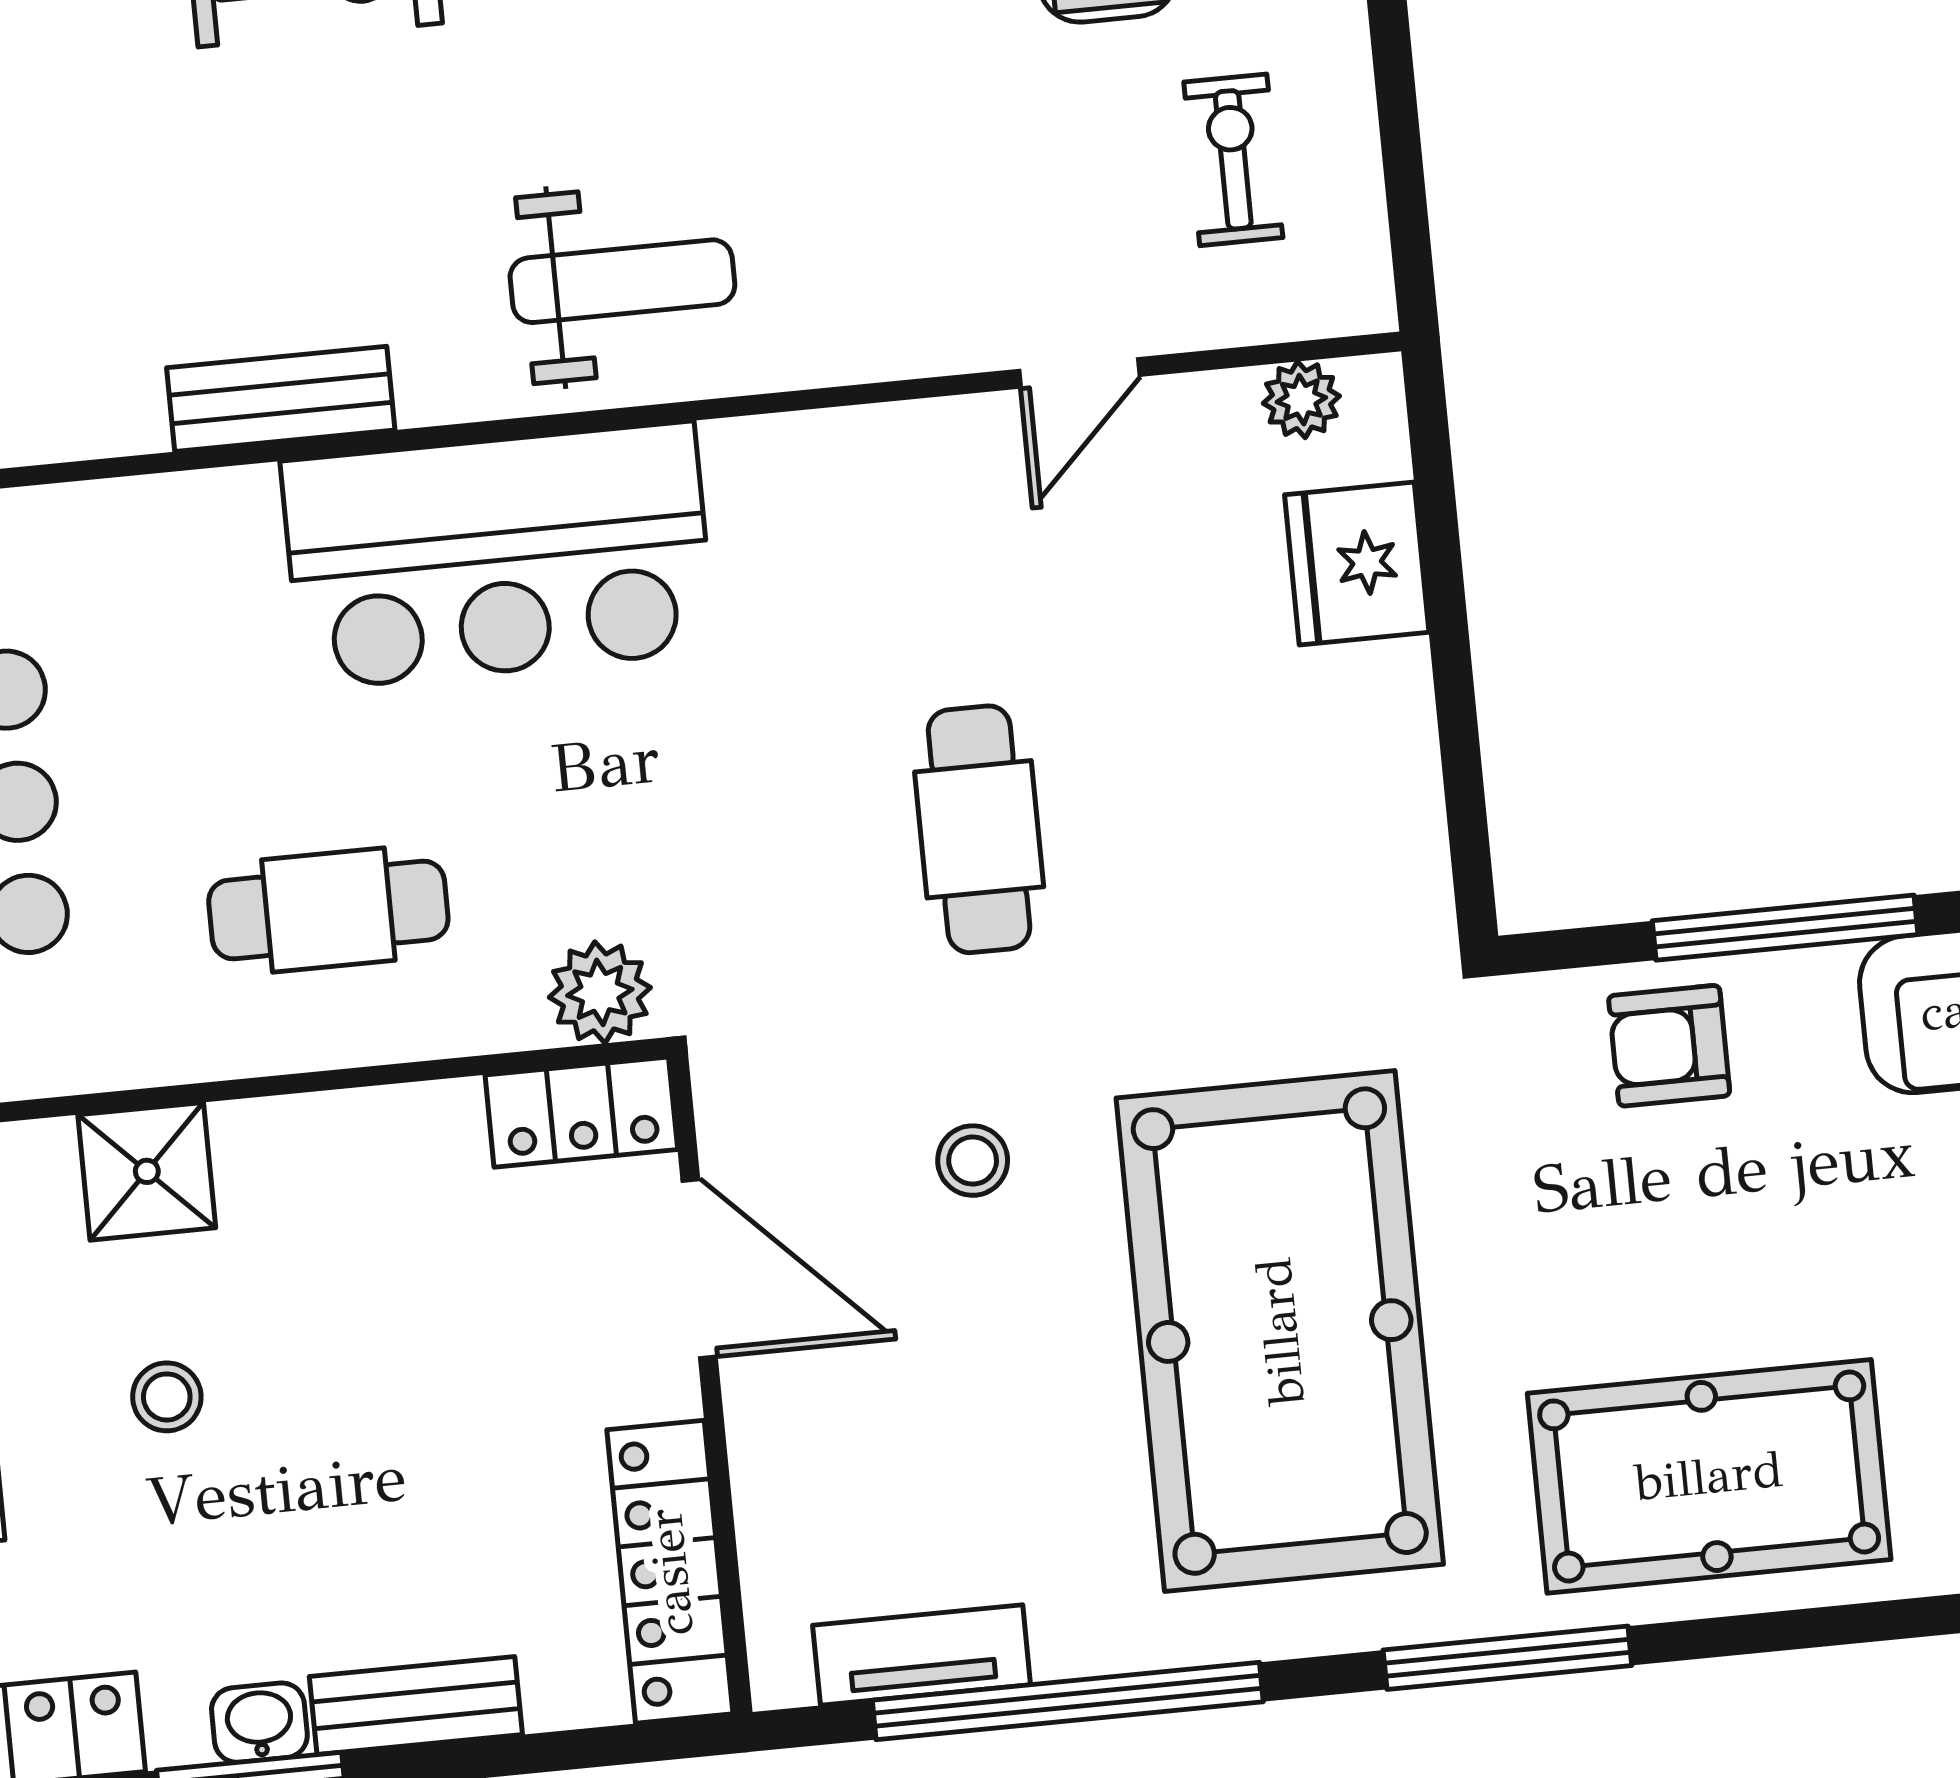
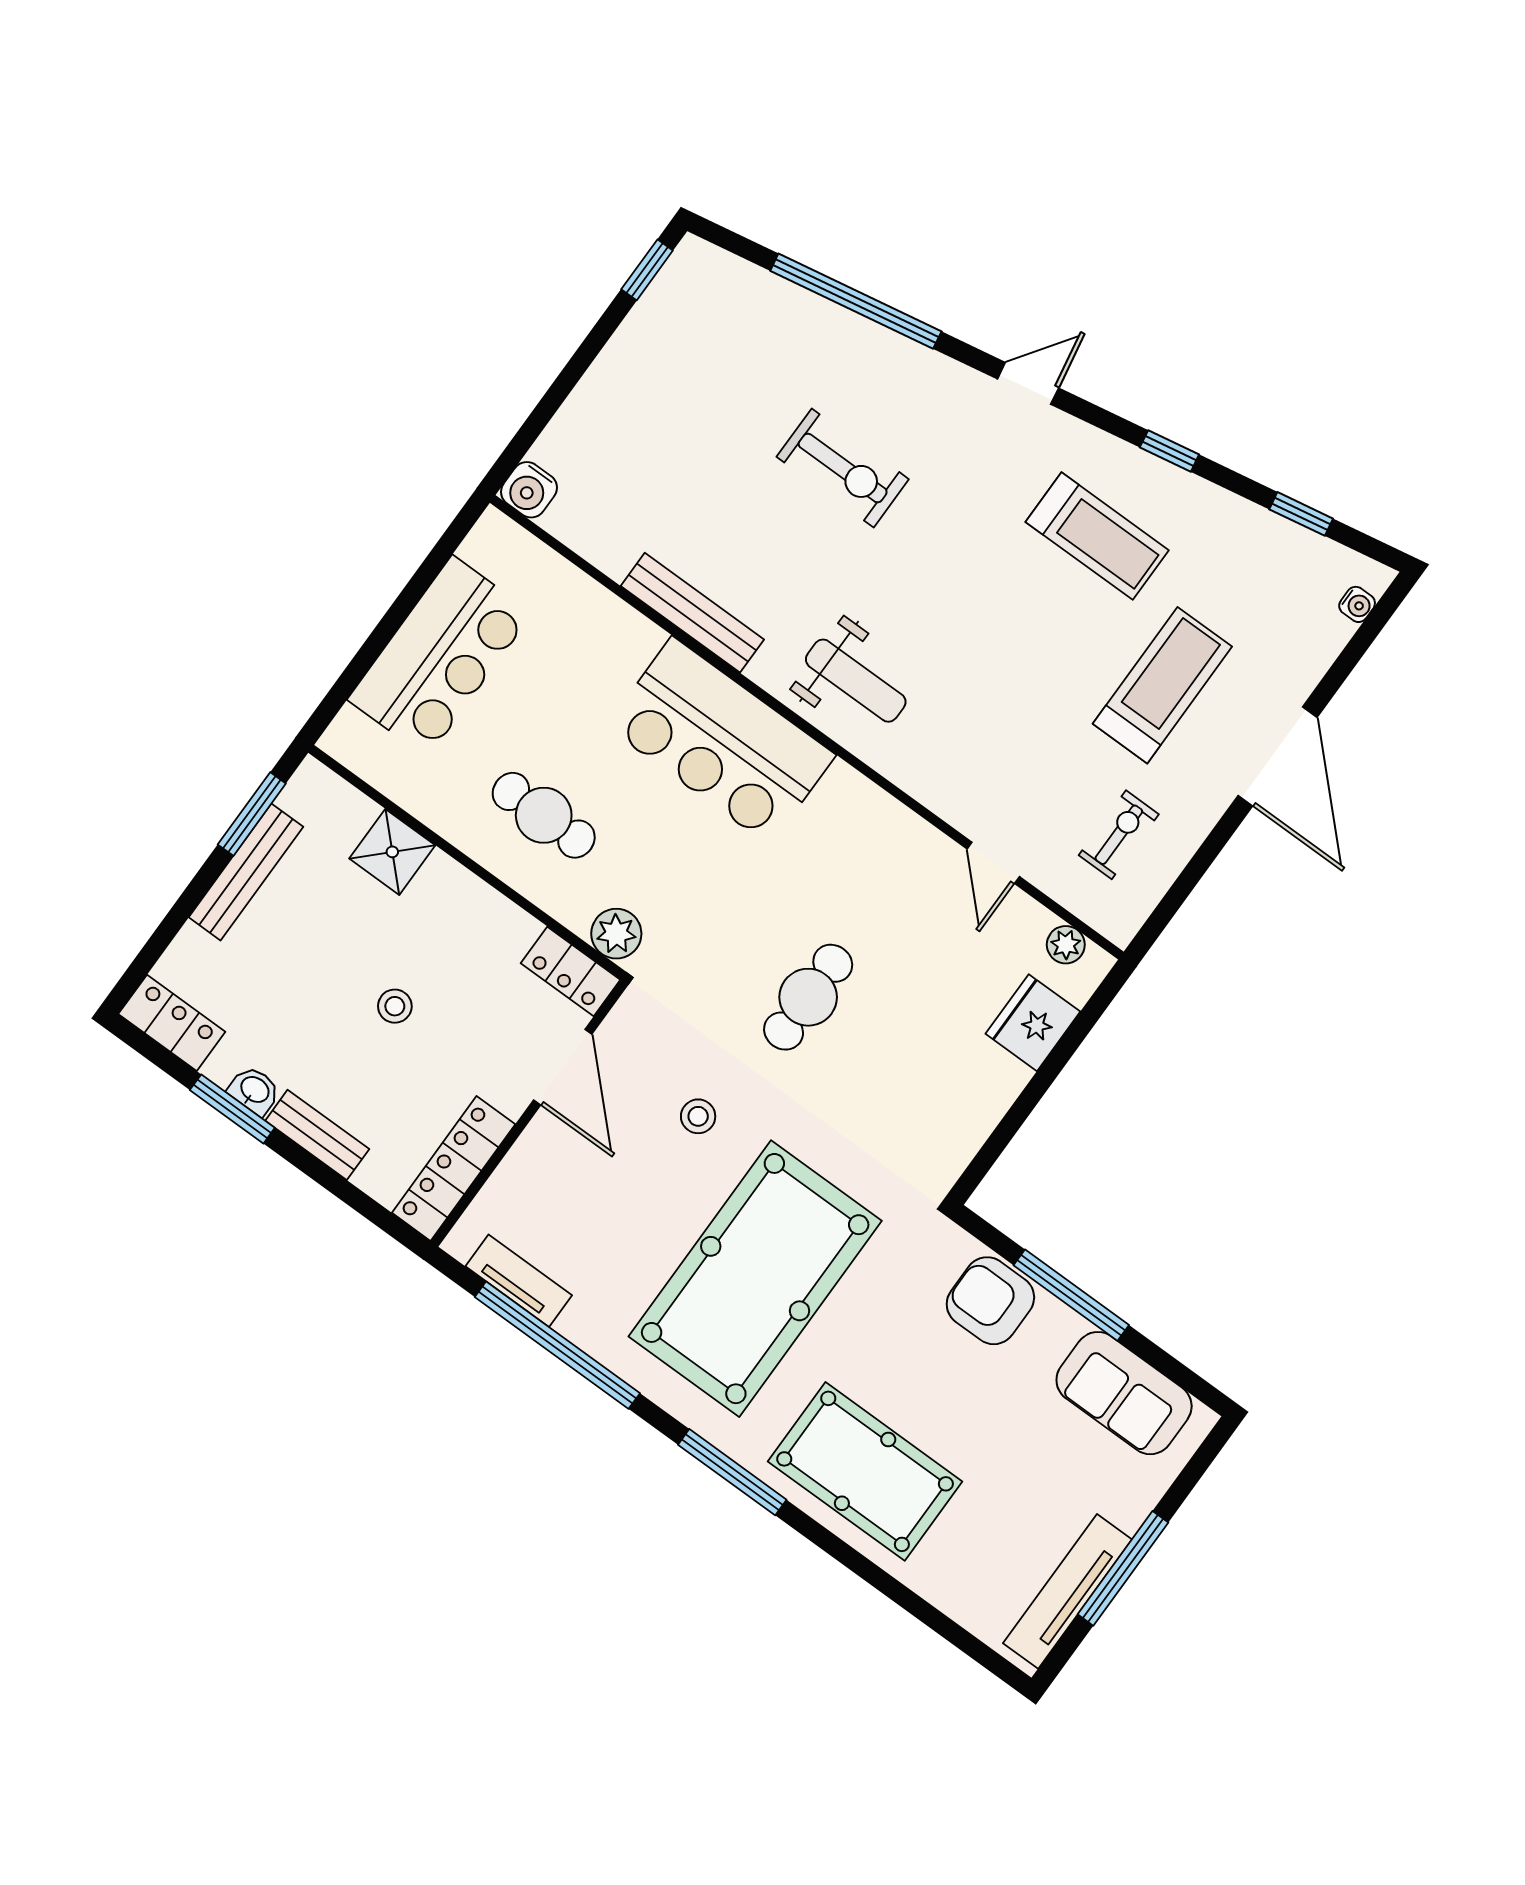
door: (1079, 373) -> (993, 863), hinge flipped
bench: (281, 399) -> (692, 613), width x1.36
armchair: (1669, 1046) -> (990, 1301), width x1.38, depth x1.38
stool: (167, 1397) -> (395, 1006), moved

